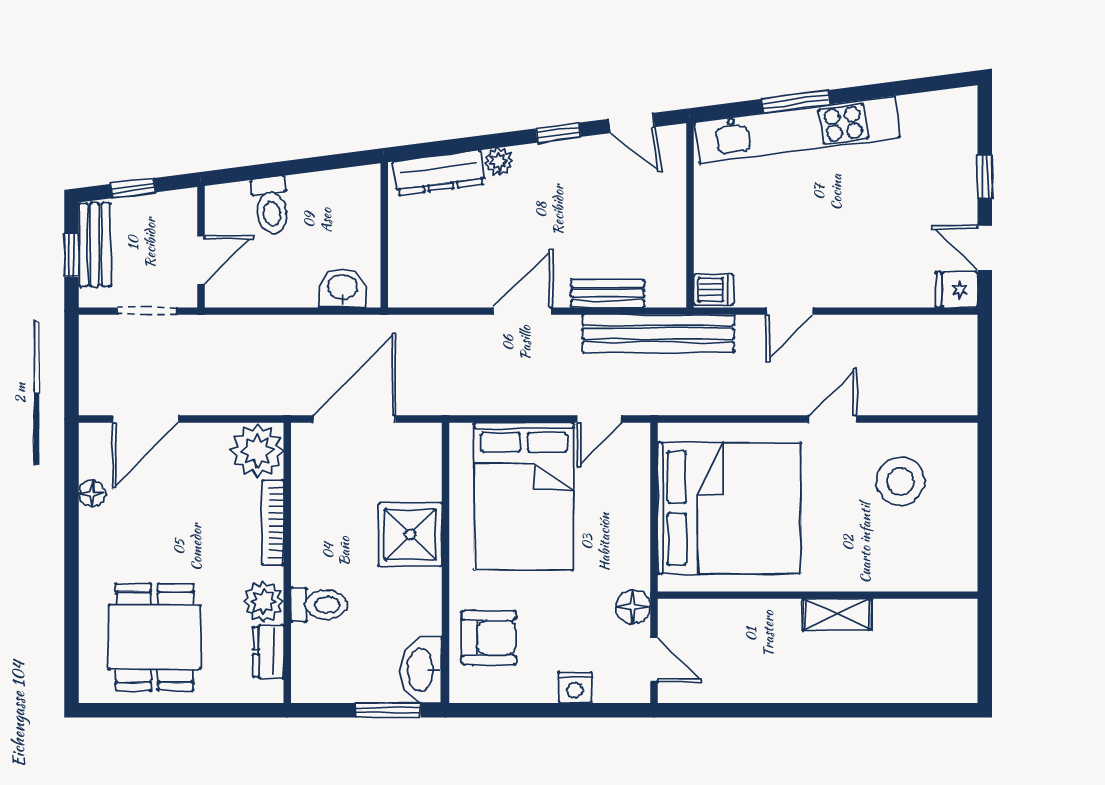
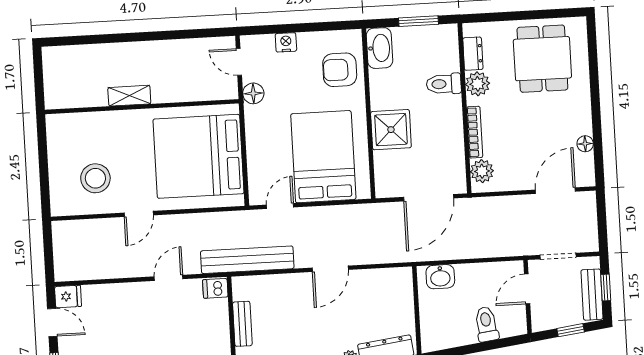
bench: (608, 293) -> (242, 324), moved, turned 90
plant: (257, 451) -> (482, 171), width x0.73, depth x0.73
window: (388, 710) -> (418, 21), moved

